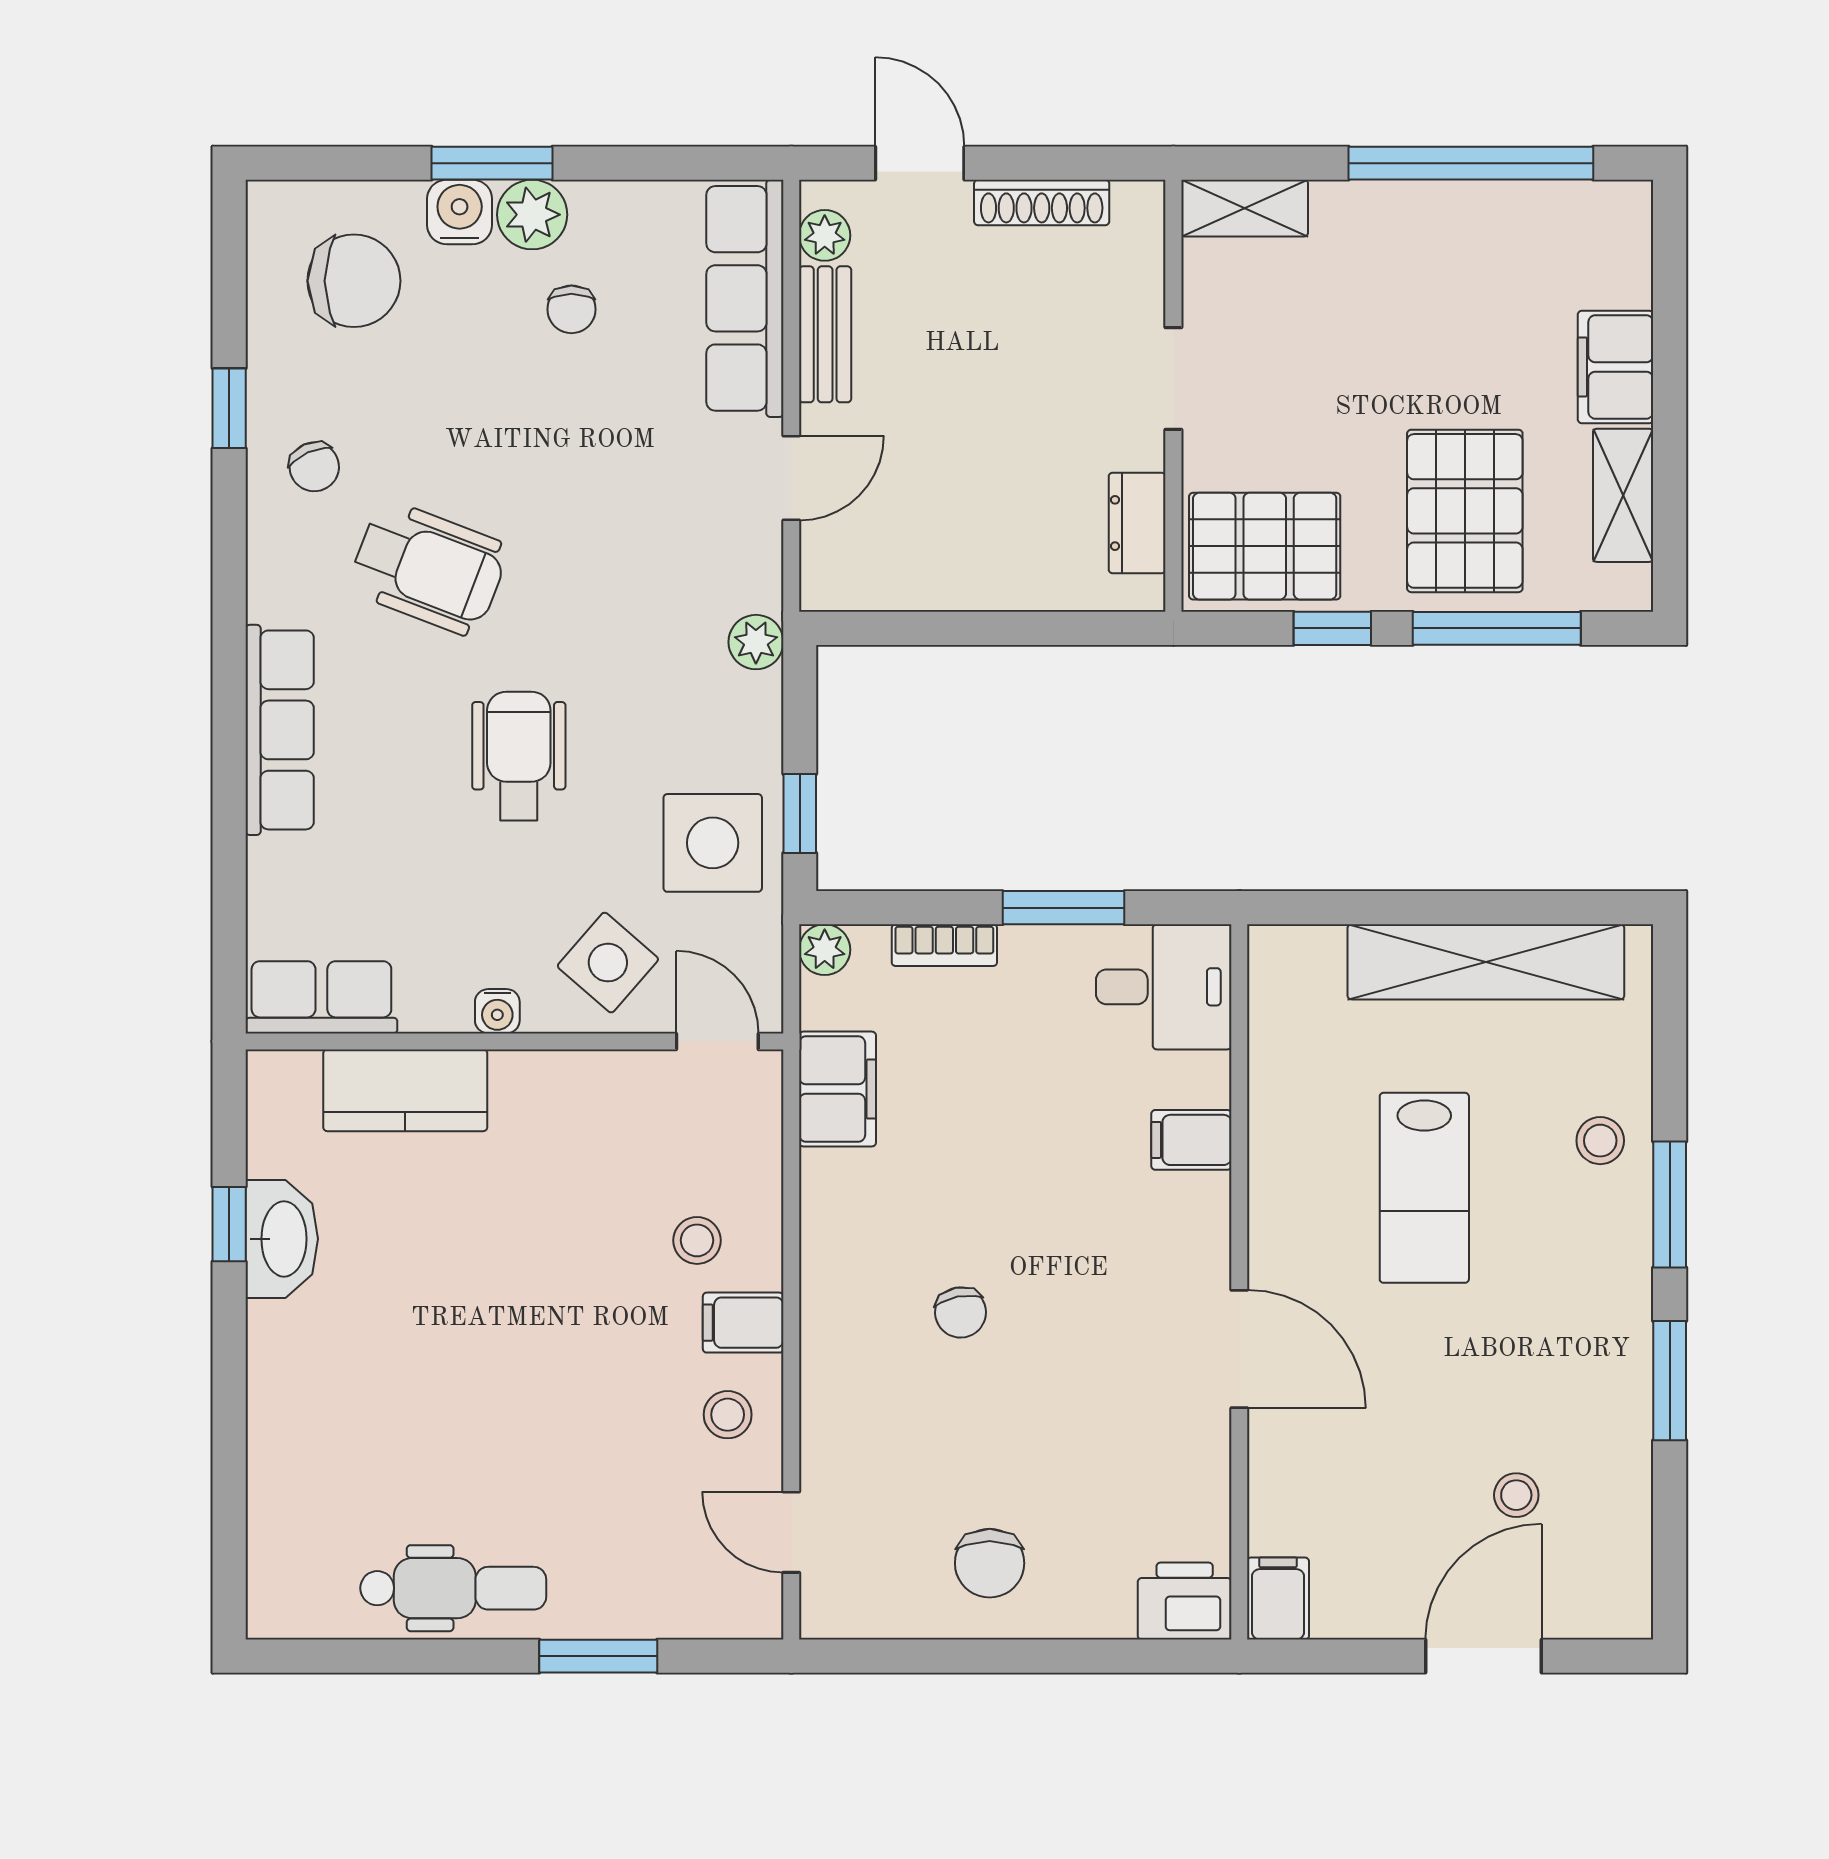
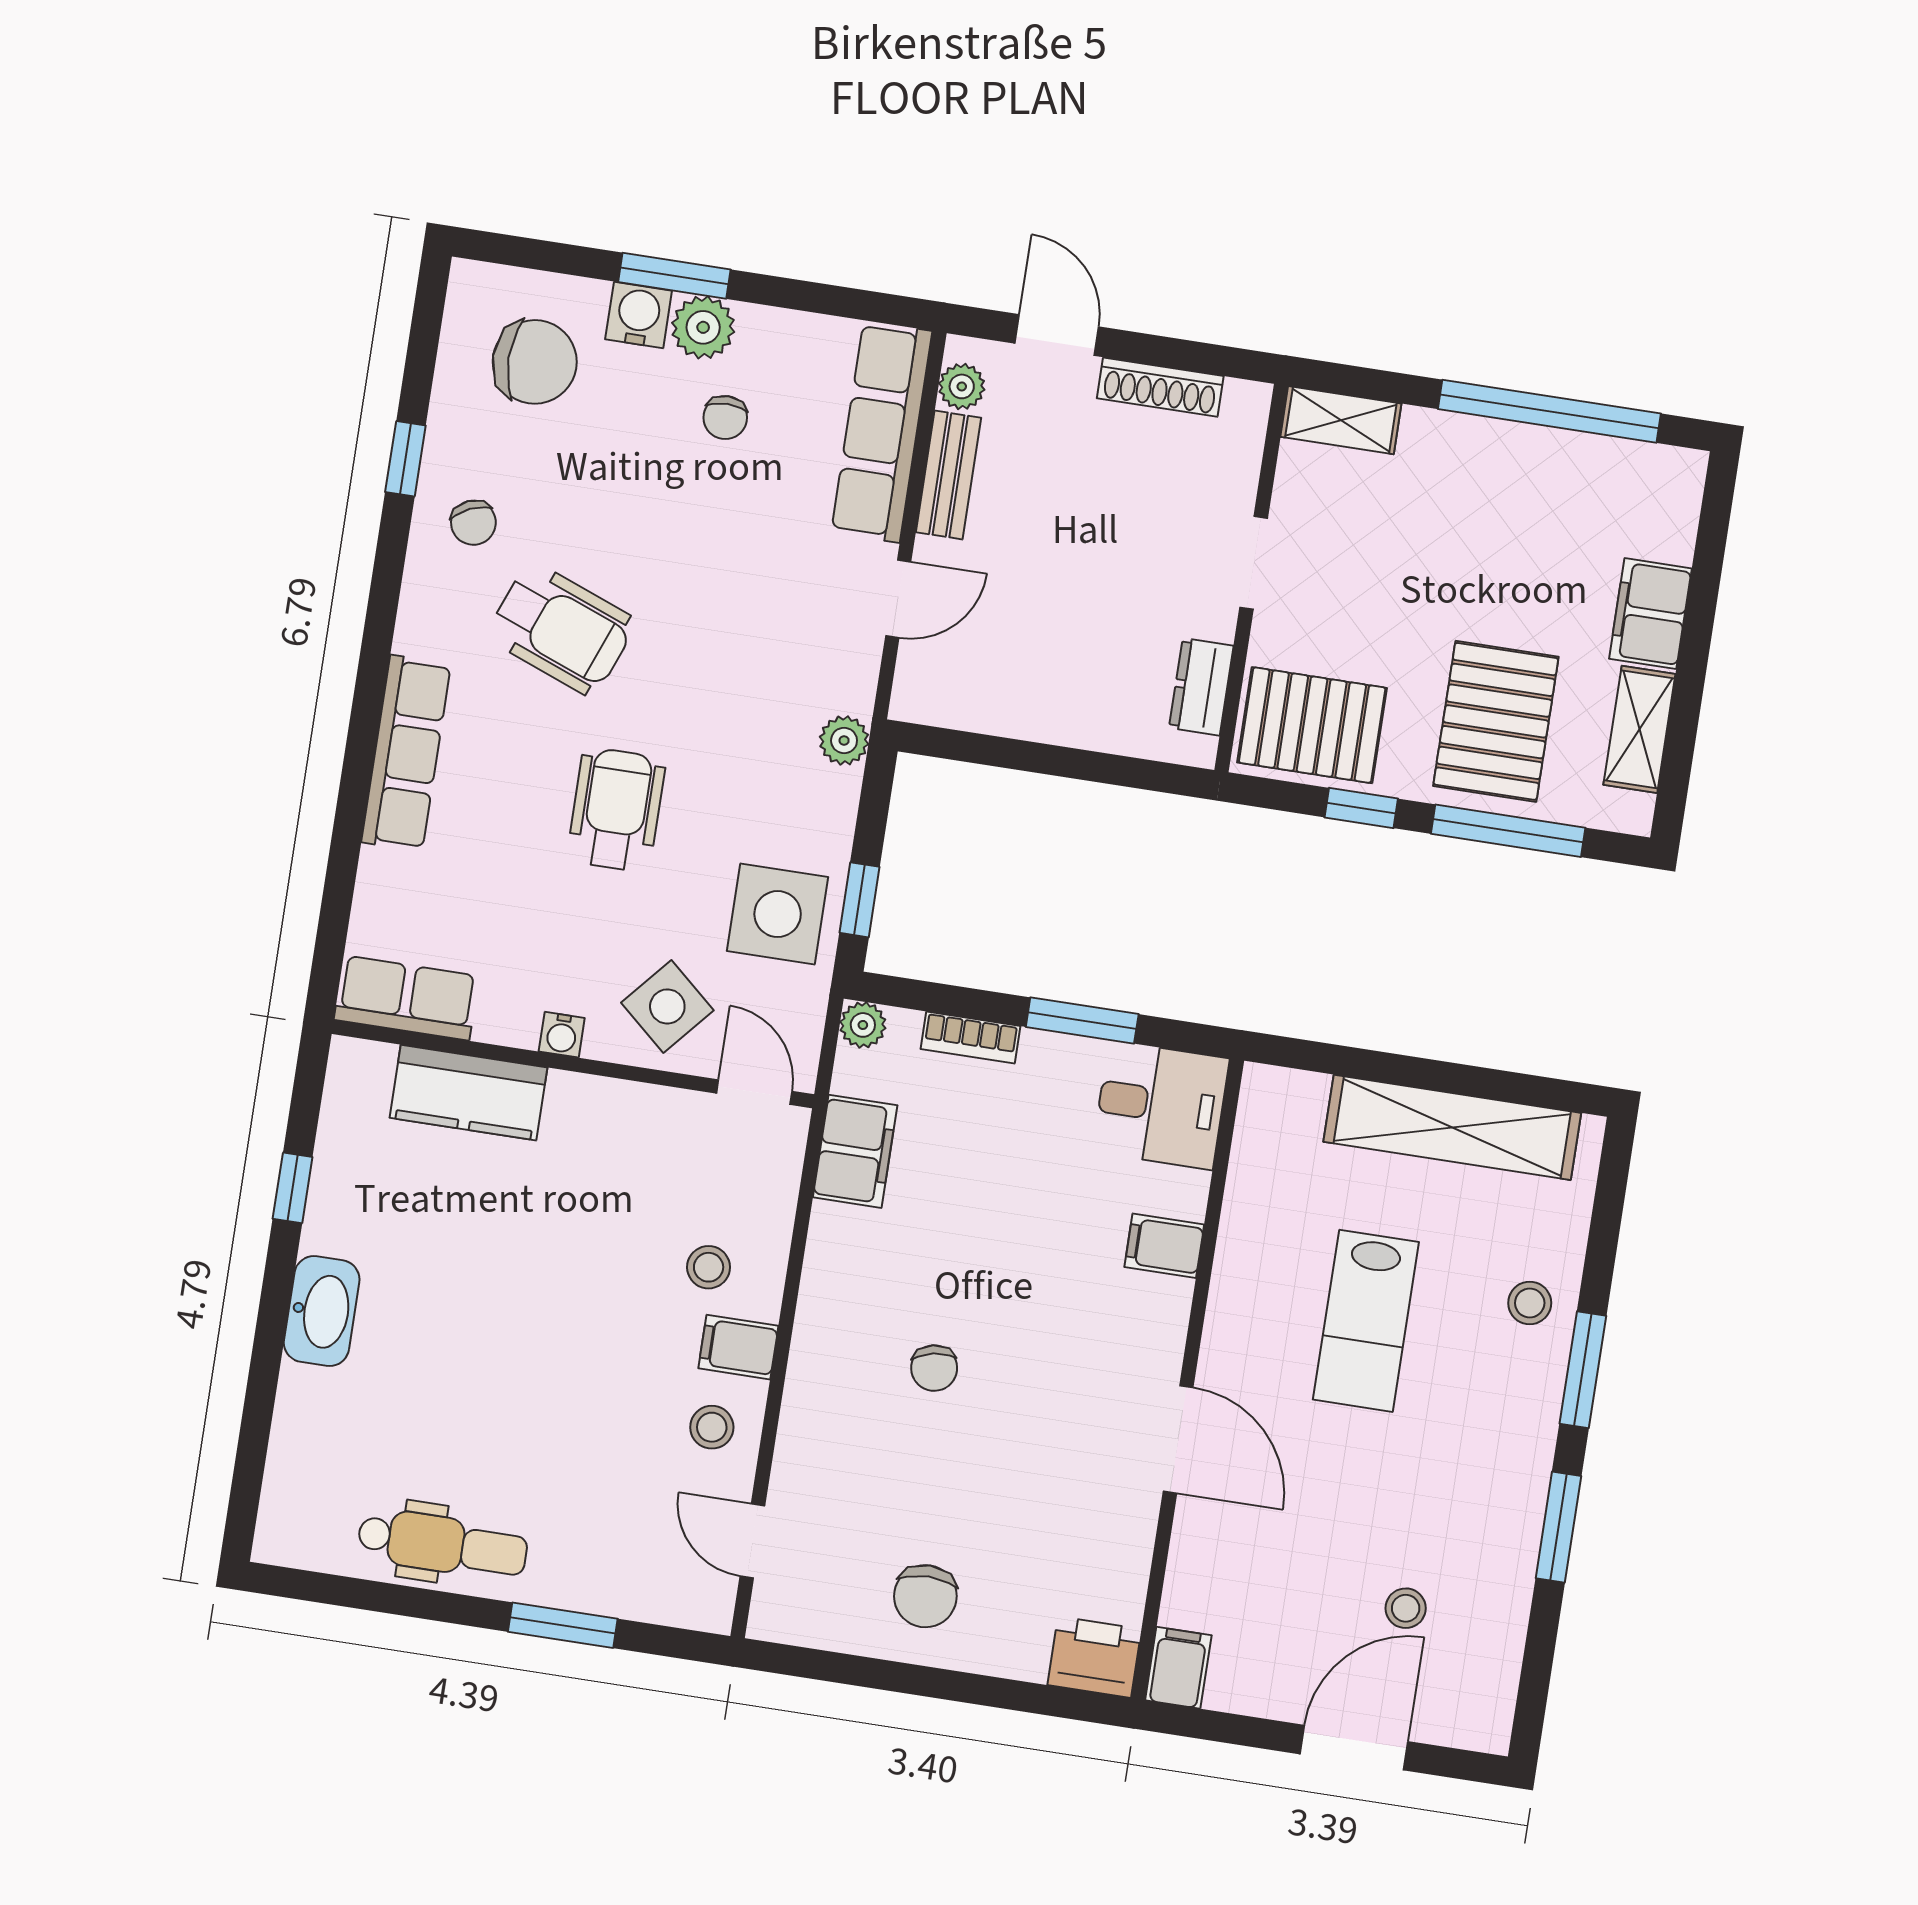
washbasin: (282, 1239) -> (322, 1311), moved

